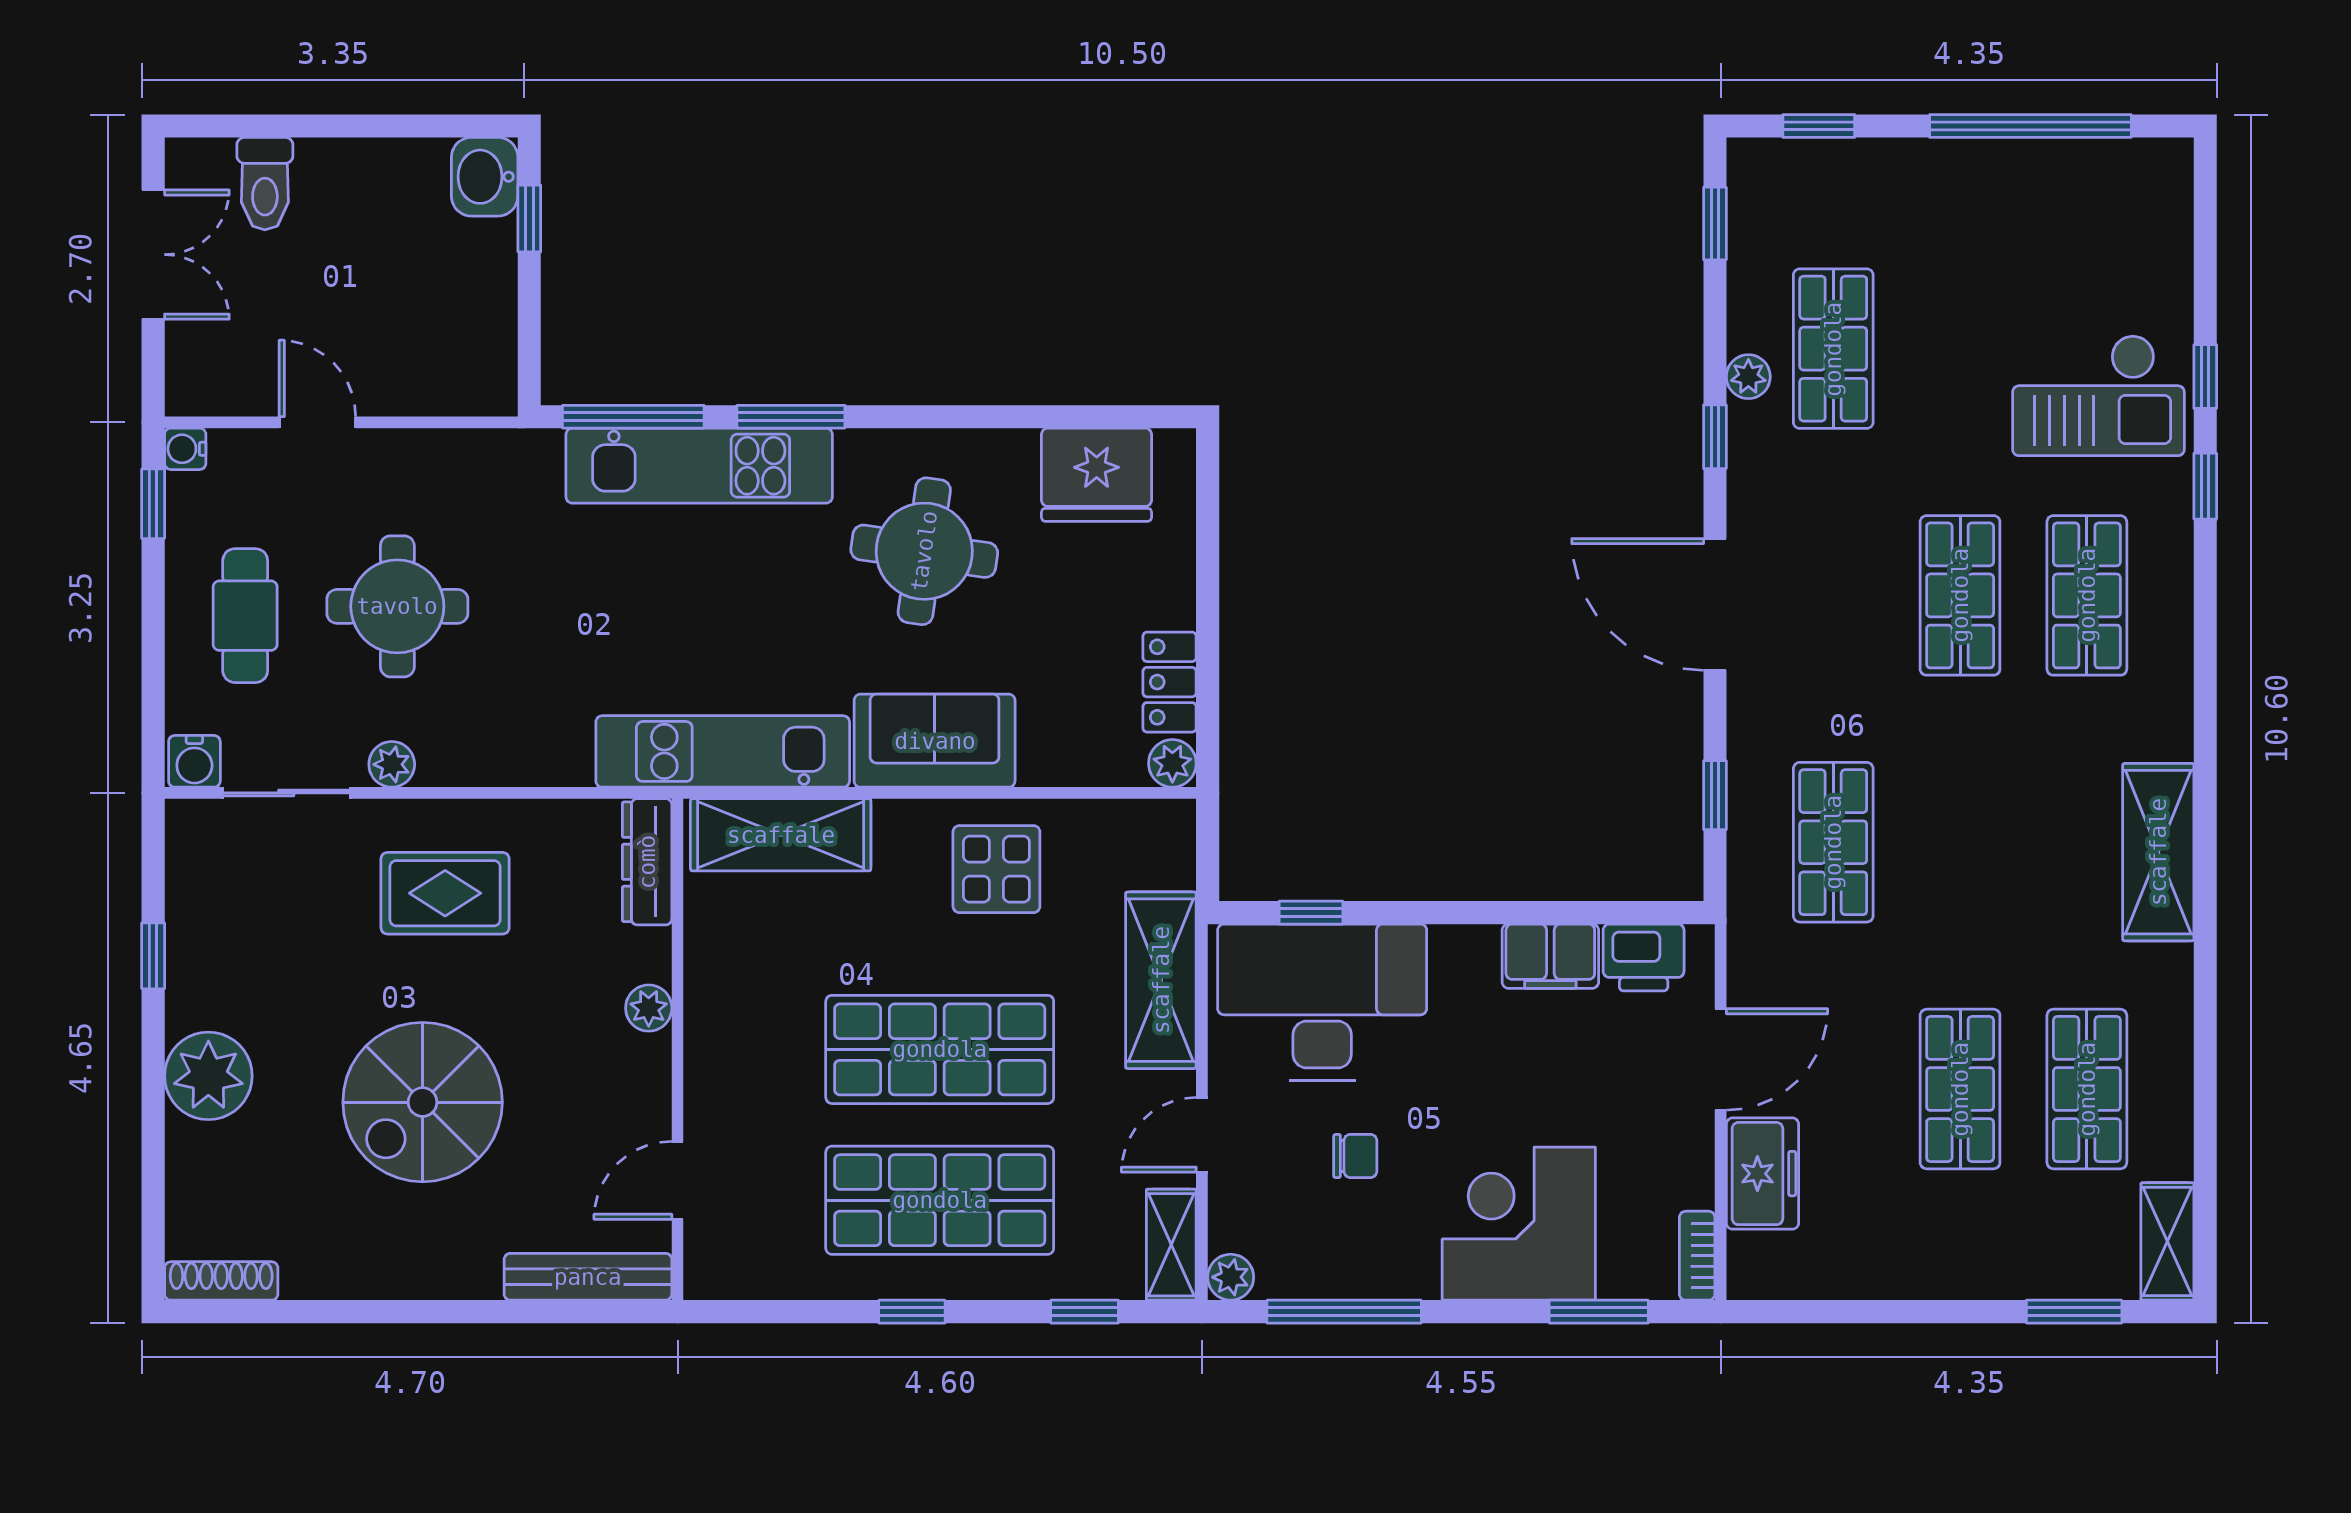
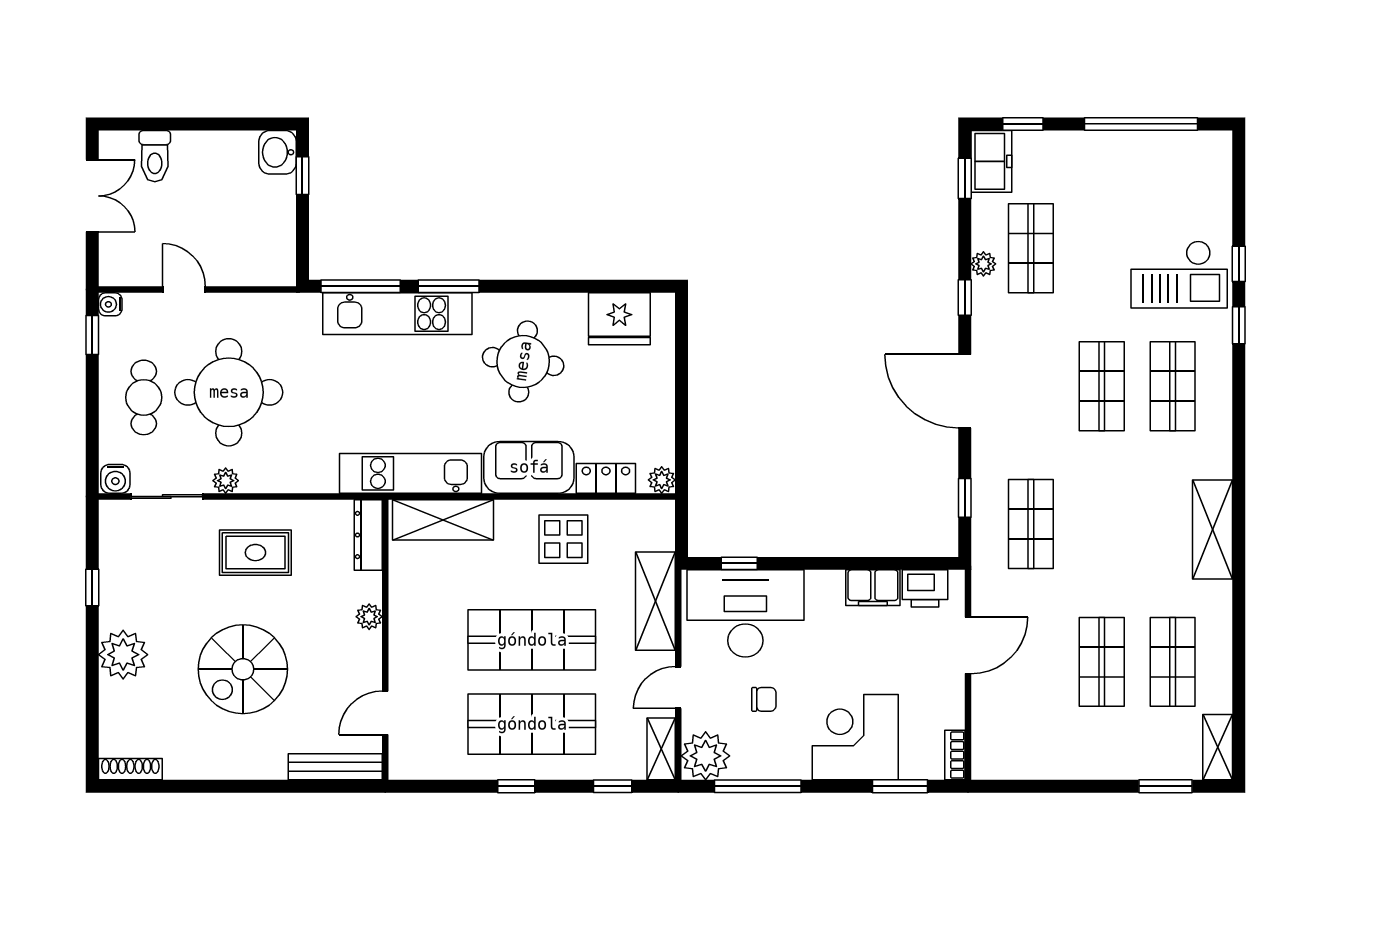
round table: (397, 606) -> (229, 392), width x1.36, depth x1.36
locker: (1170, 682) -> (606, 478), moved, turned 90
freezer: (1763, 1174) -> (991, 161), moved
plant: (1231, 1277) -> (706, 756), width x1.87, depth x1.87

